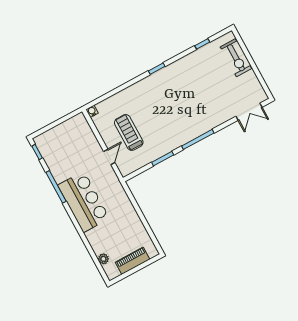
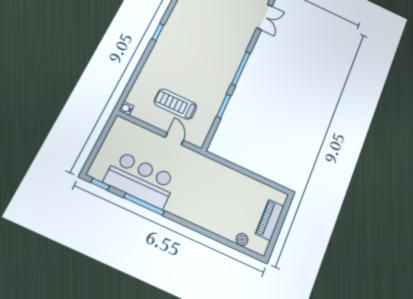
bar counter: (84, 202) -> (140, 180), moved

